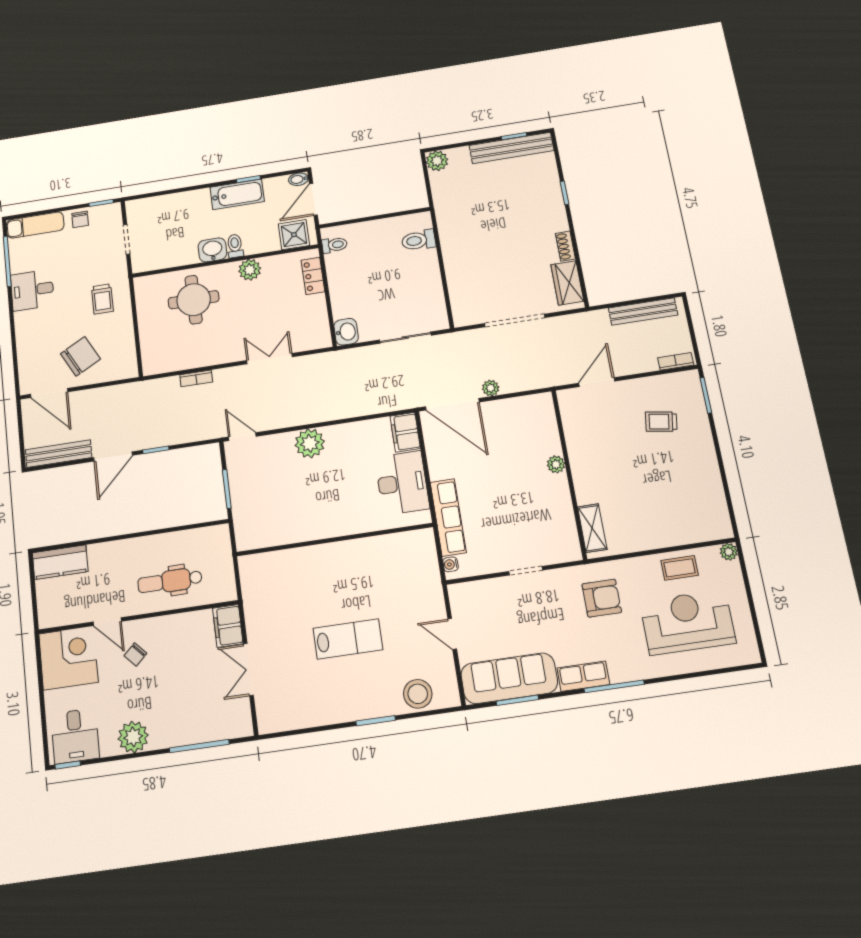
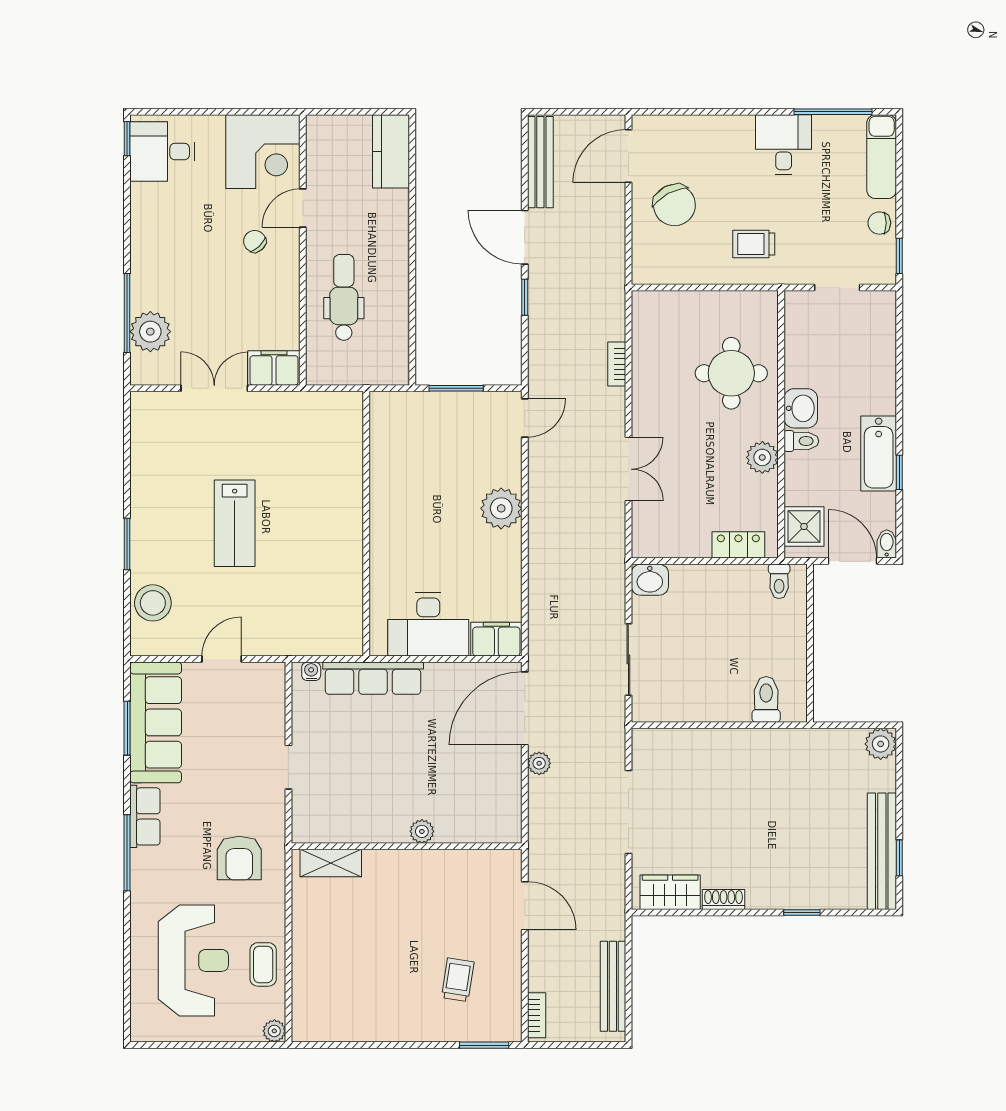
plant: (133, 737) -> (150, 332), moved

